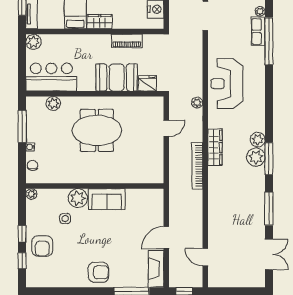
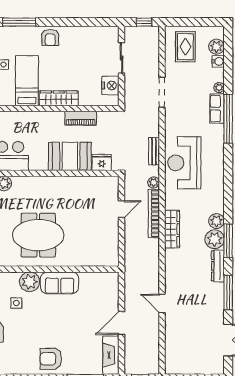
wardrobe: (100, 22) -> (59, 98), width x1.50
bench: (198, 72) -> (154, 151), added
meeting table: (97, 130) -> (38, 235), moved
bookcase: (197, 166) -> (154, 214), moved
dresser: (259, 183) -> (218, 266), added
door: (205, 257) -> (162, 303), moved
armchair: (98, 272) -> (51, 359), turned 180

